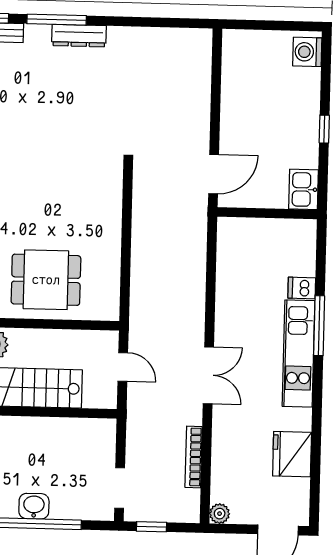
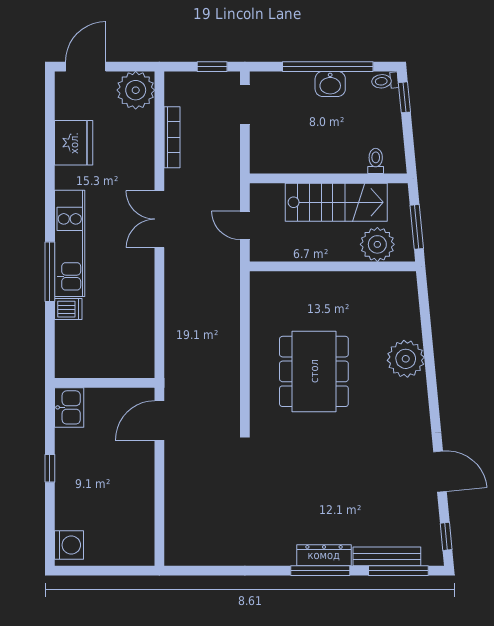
dresser: (79, 36) -> (324, 555), moved
dining table: (46, 280) -> (314, 371), moved, width x1.37
plant: (220, 514) -> (136, 90), width x1.87, depth x1.87

